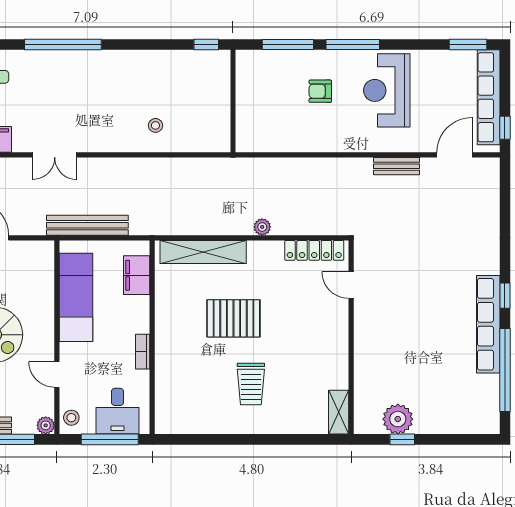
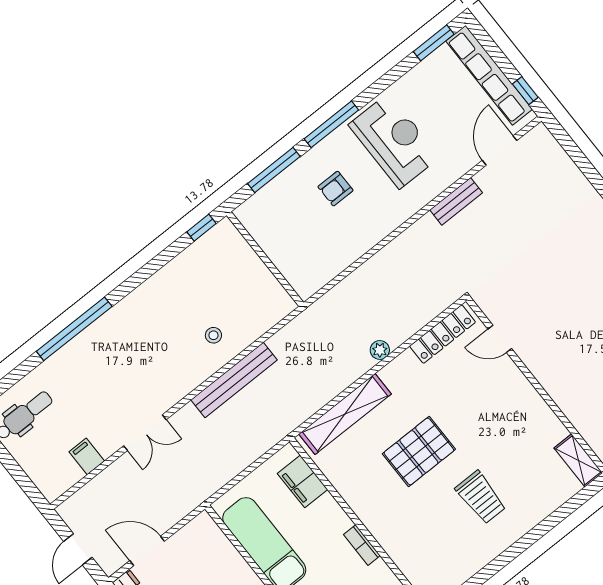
reception desk: (387, 90) -> (394, 141), turned 180
bench: (87, 225) -> (234, 380), moved

